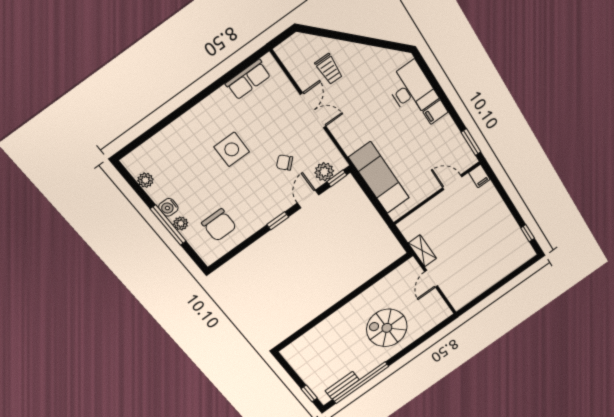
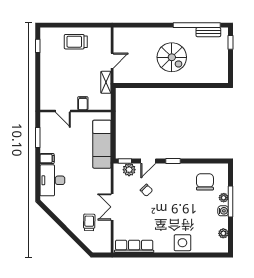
row of seats: (248, 80) -> (134, 246), width x1.48
window: (471, 142) -> (38, 138), moved
side table: (232, 149) -> (182, 243), moved
filing cabinet: (479, 176) -> (83, 103), moved
trolley: (486, 269) -> (76, 42), added
spiral stairs: (387, 328) -> (172, 57), moved

